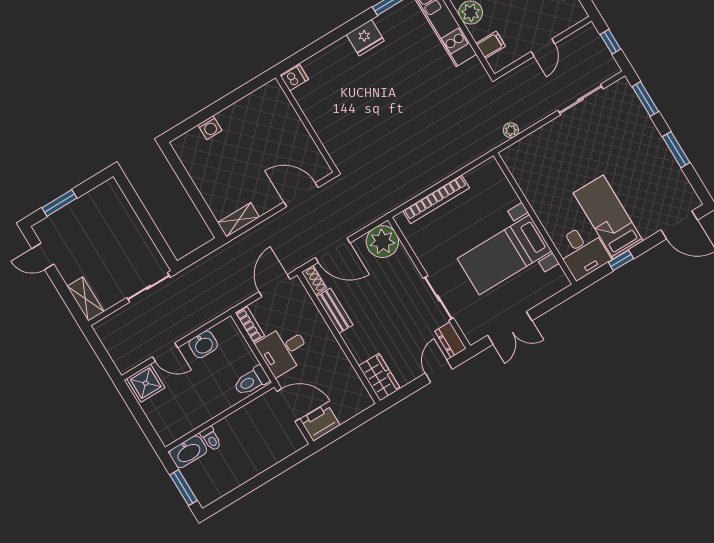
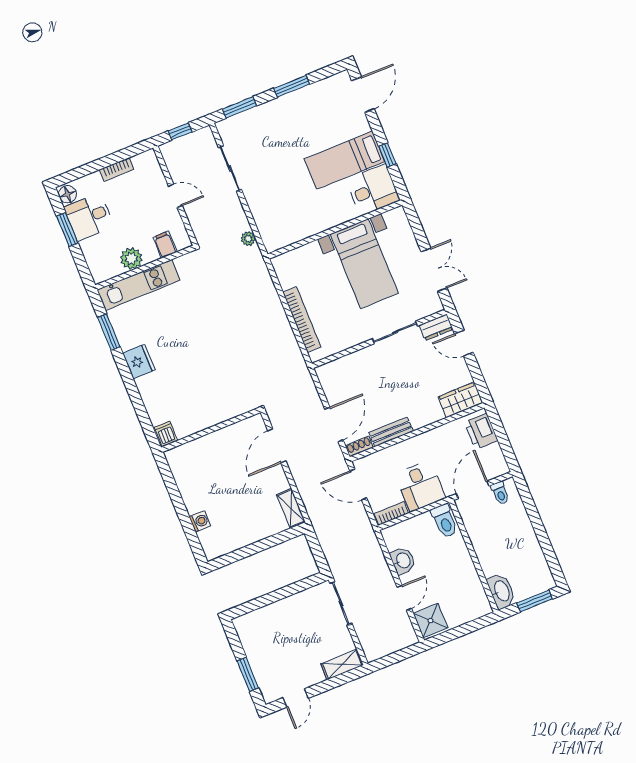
plant: (382, 242) -> (333, 376), removed
printer: (320, 422) -> (481, 431), moved
toilet: (211, 439) -> (500, 493), moved, turned 90

